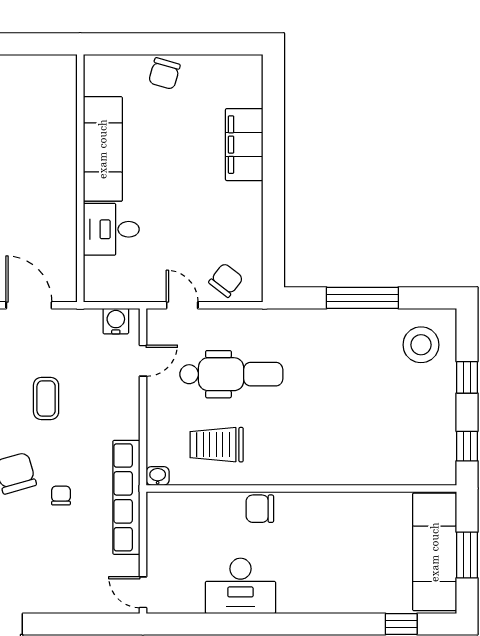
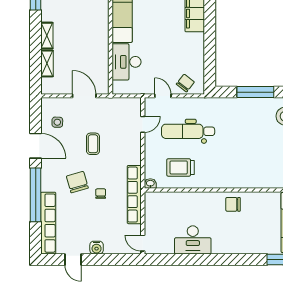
desk: (111, 229) -> (126, 62), width x1.37
water cooler: (116, 321) -> (97, 248), moved, turned 180
dental chair: (231, 374) -> (188, 131), turned 180
chair: (260, 509) -> (233, 204), moved

